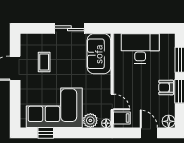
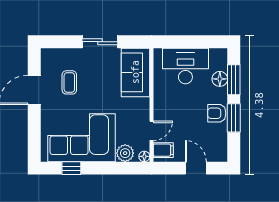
door: (112, 102) -> (152, 131), hinge flipped
floor lamp: (169, 121) -> (220, 79), moved

